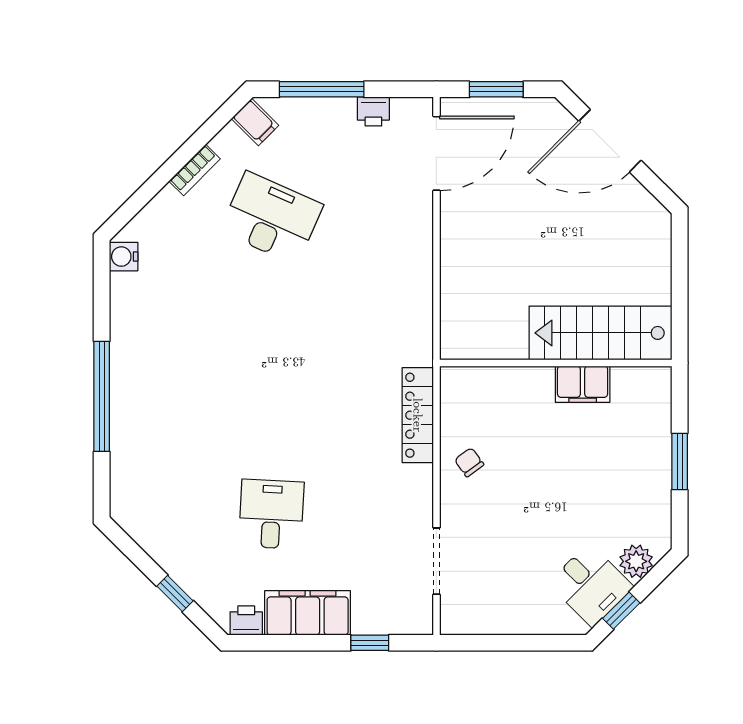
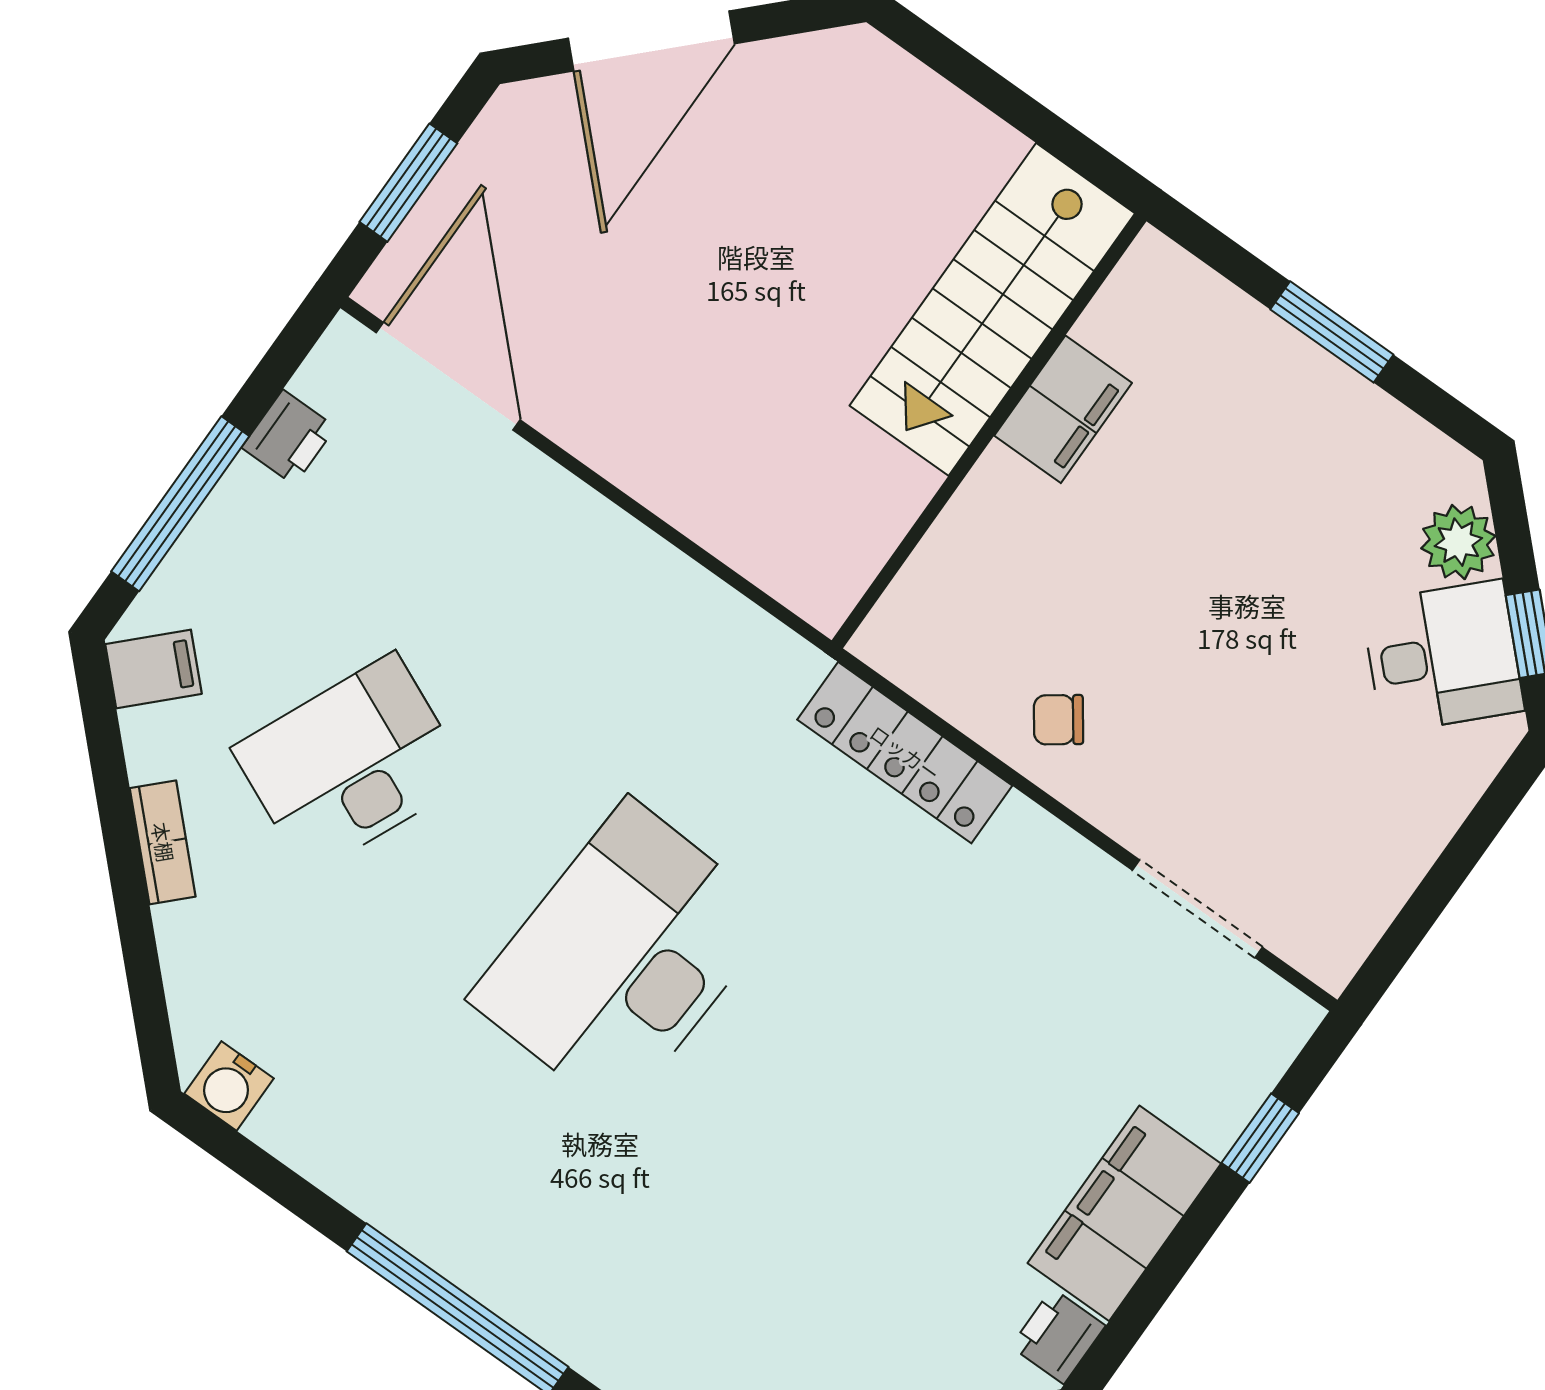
desk: (271, 514) -> (623, 957), moved, width x1.87, depth x1.30

